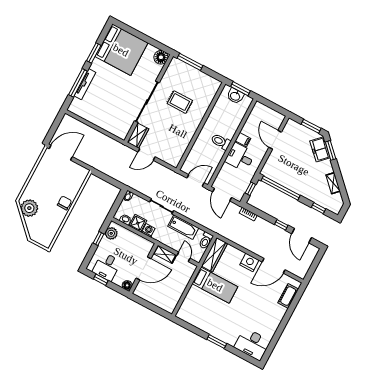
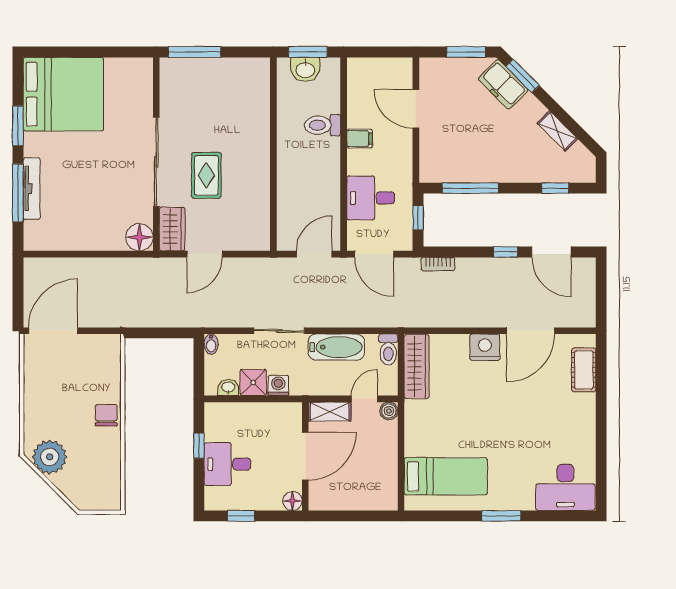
floor lamp: (161, 57) -> (139, 237), moved
rug: (180, 102) -> (206, 175), moved, turned 90
toilet: (221, 142) -> (322, 125), moved
desk: (240, 157) -> (371, 198), moved
window: (281, 188) -> (470, 188), width x0.68
plant: (111, 233) -> (216, 425), removed
door: (184, 257) -> (364, 399), hinge flipped
desk: (107, 267) -> (227, 464), moved, turned 90
boiler: (192, 268) -> (389, 411), added
bed: (215, 285) -> (446, 476), moved

